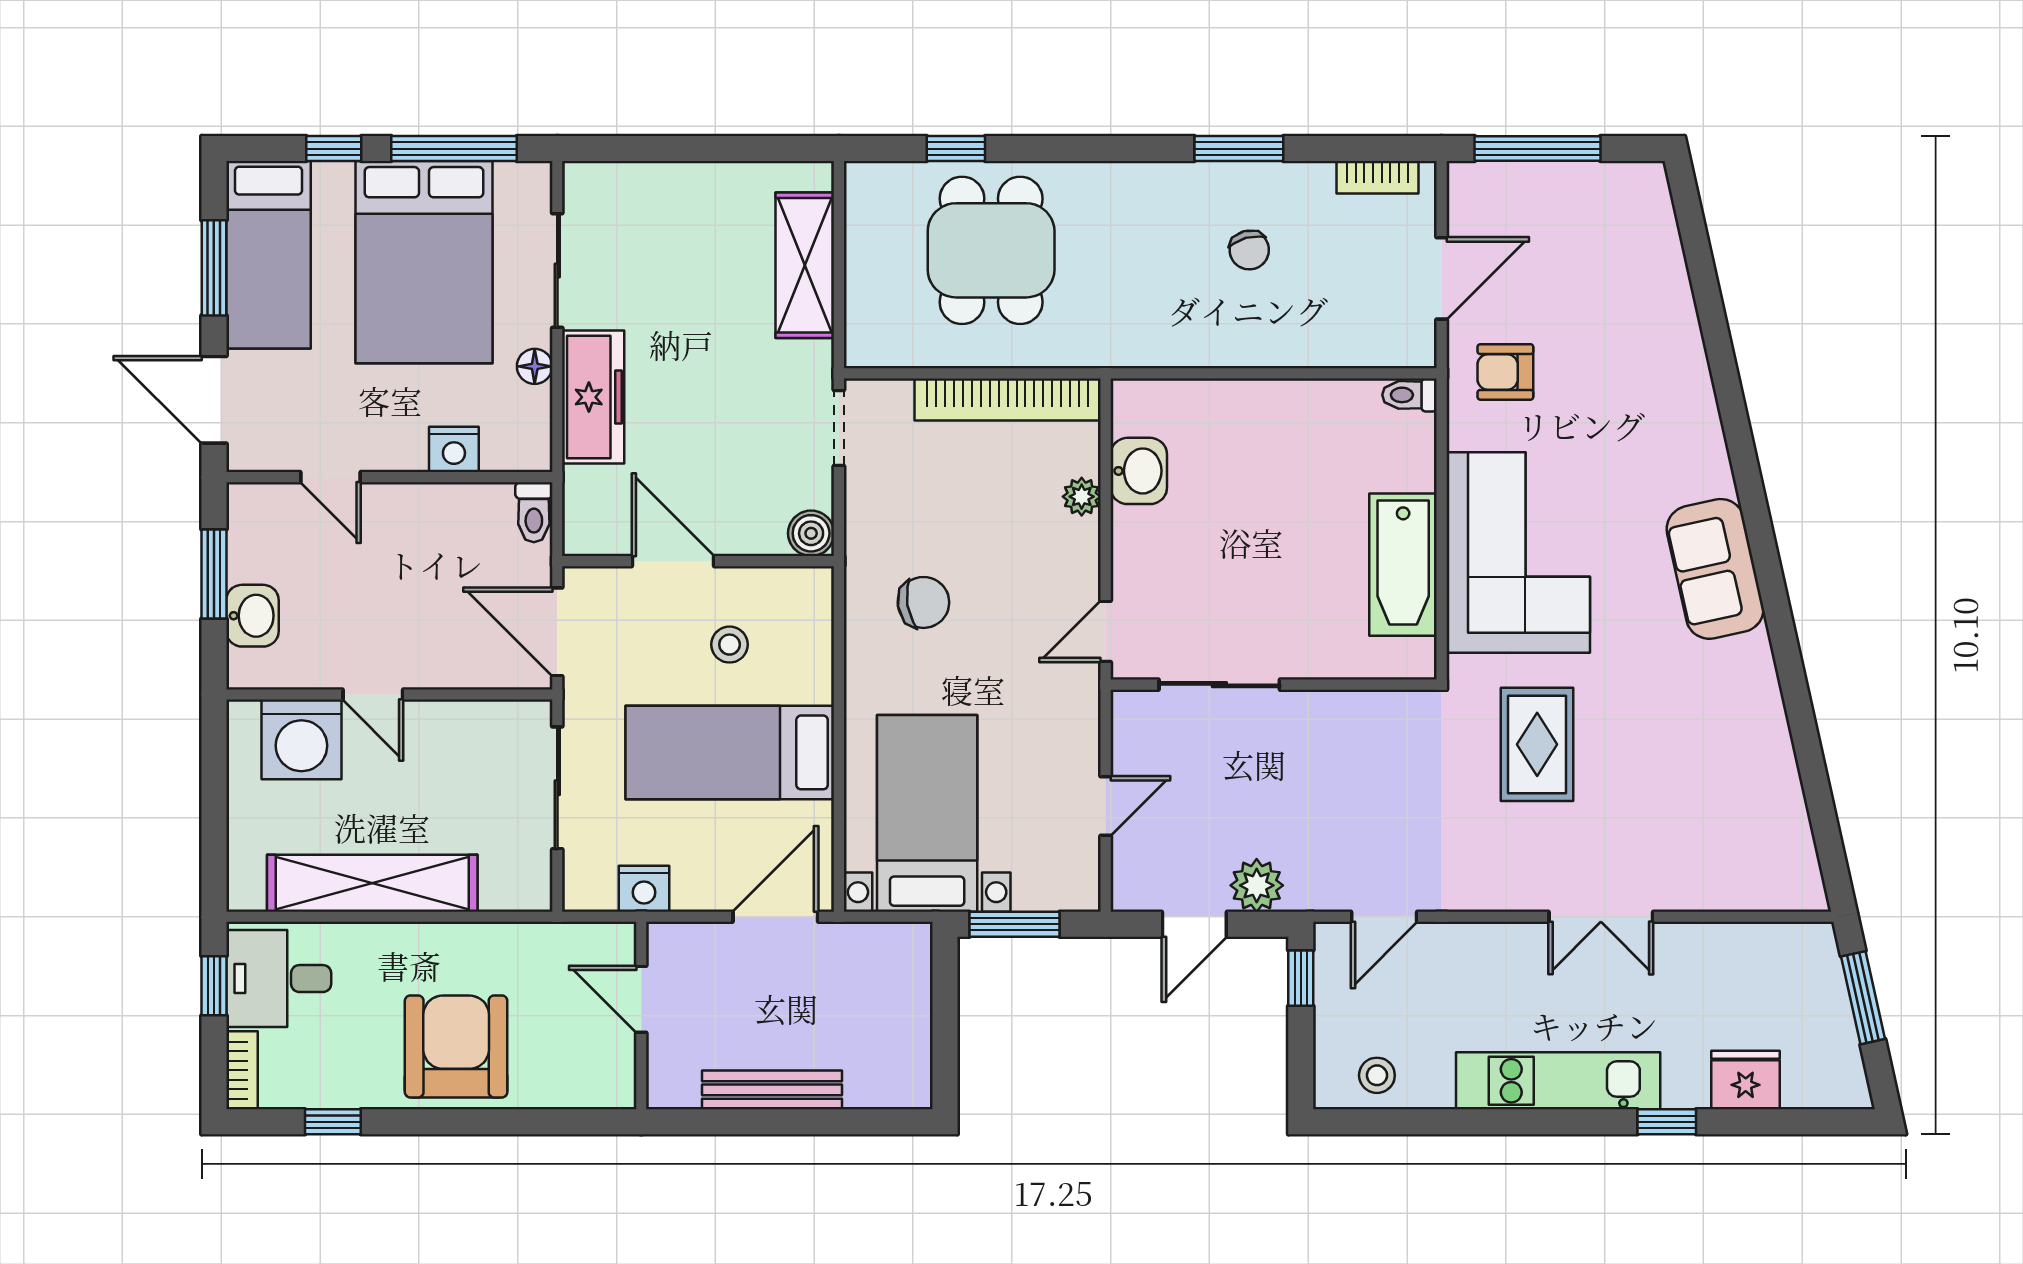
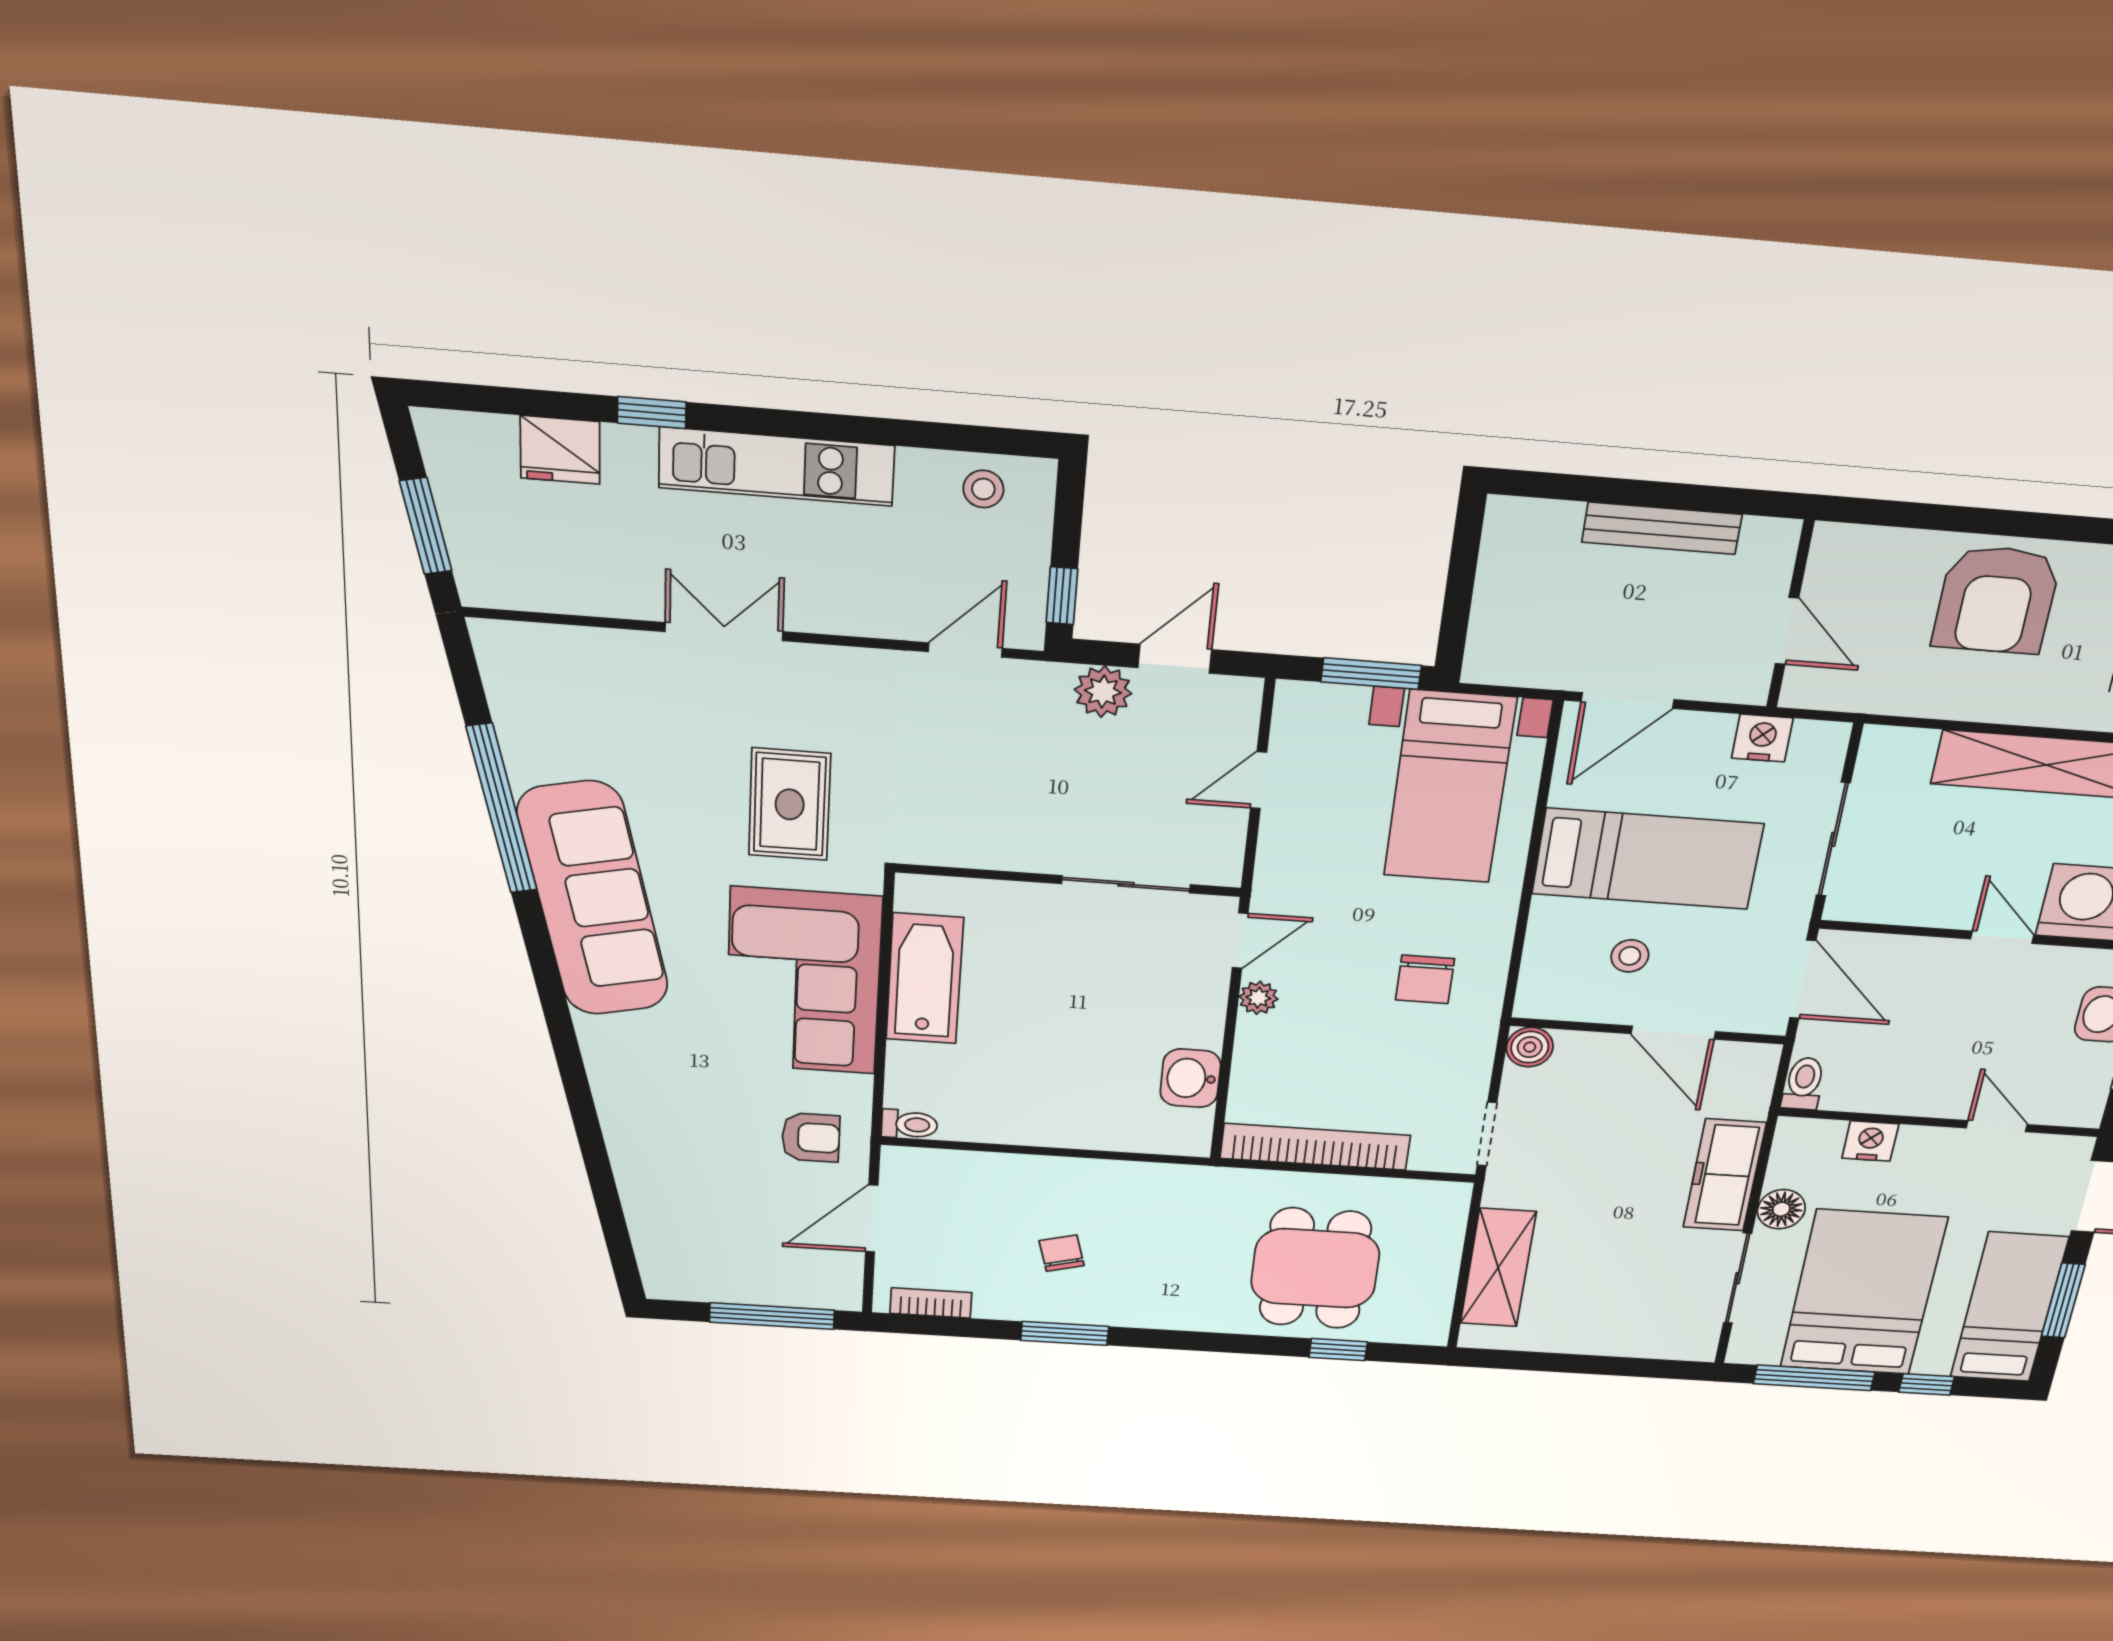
floor lamp: (535, 366) -> (1781, 1209), width x1.37, depth x1.37
plant: (1082, 497) -> (1258, 998), moved
sofa: (1715, 569) -> (593, 899), width x1.85, depth x1.27
chair: (923, 602) -> (1425, 979), turned -81
window: (1801, 718) -> (502, 809), added

